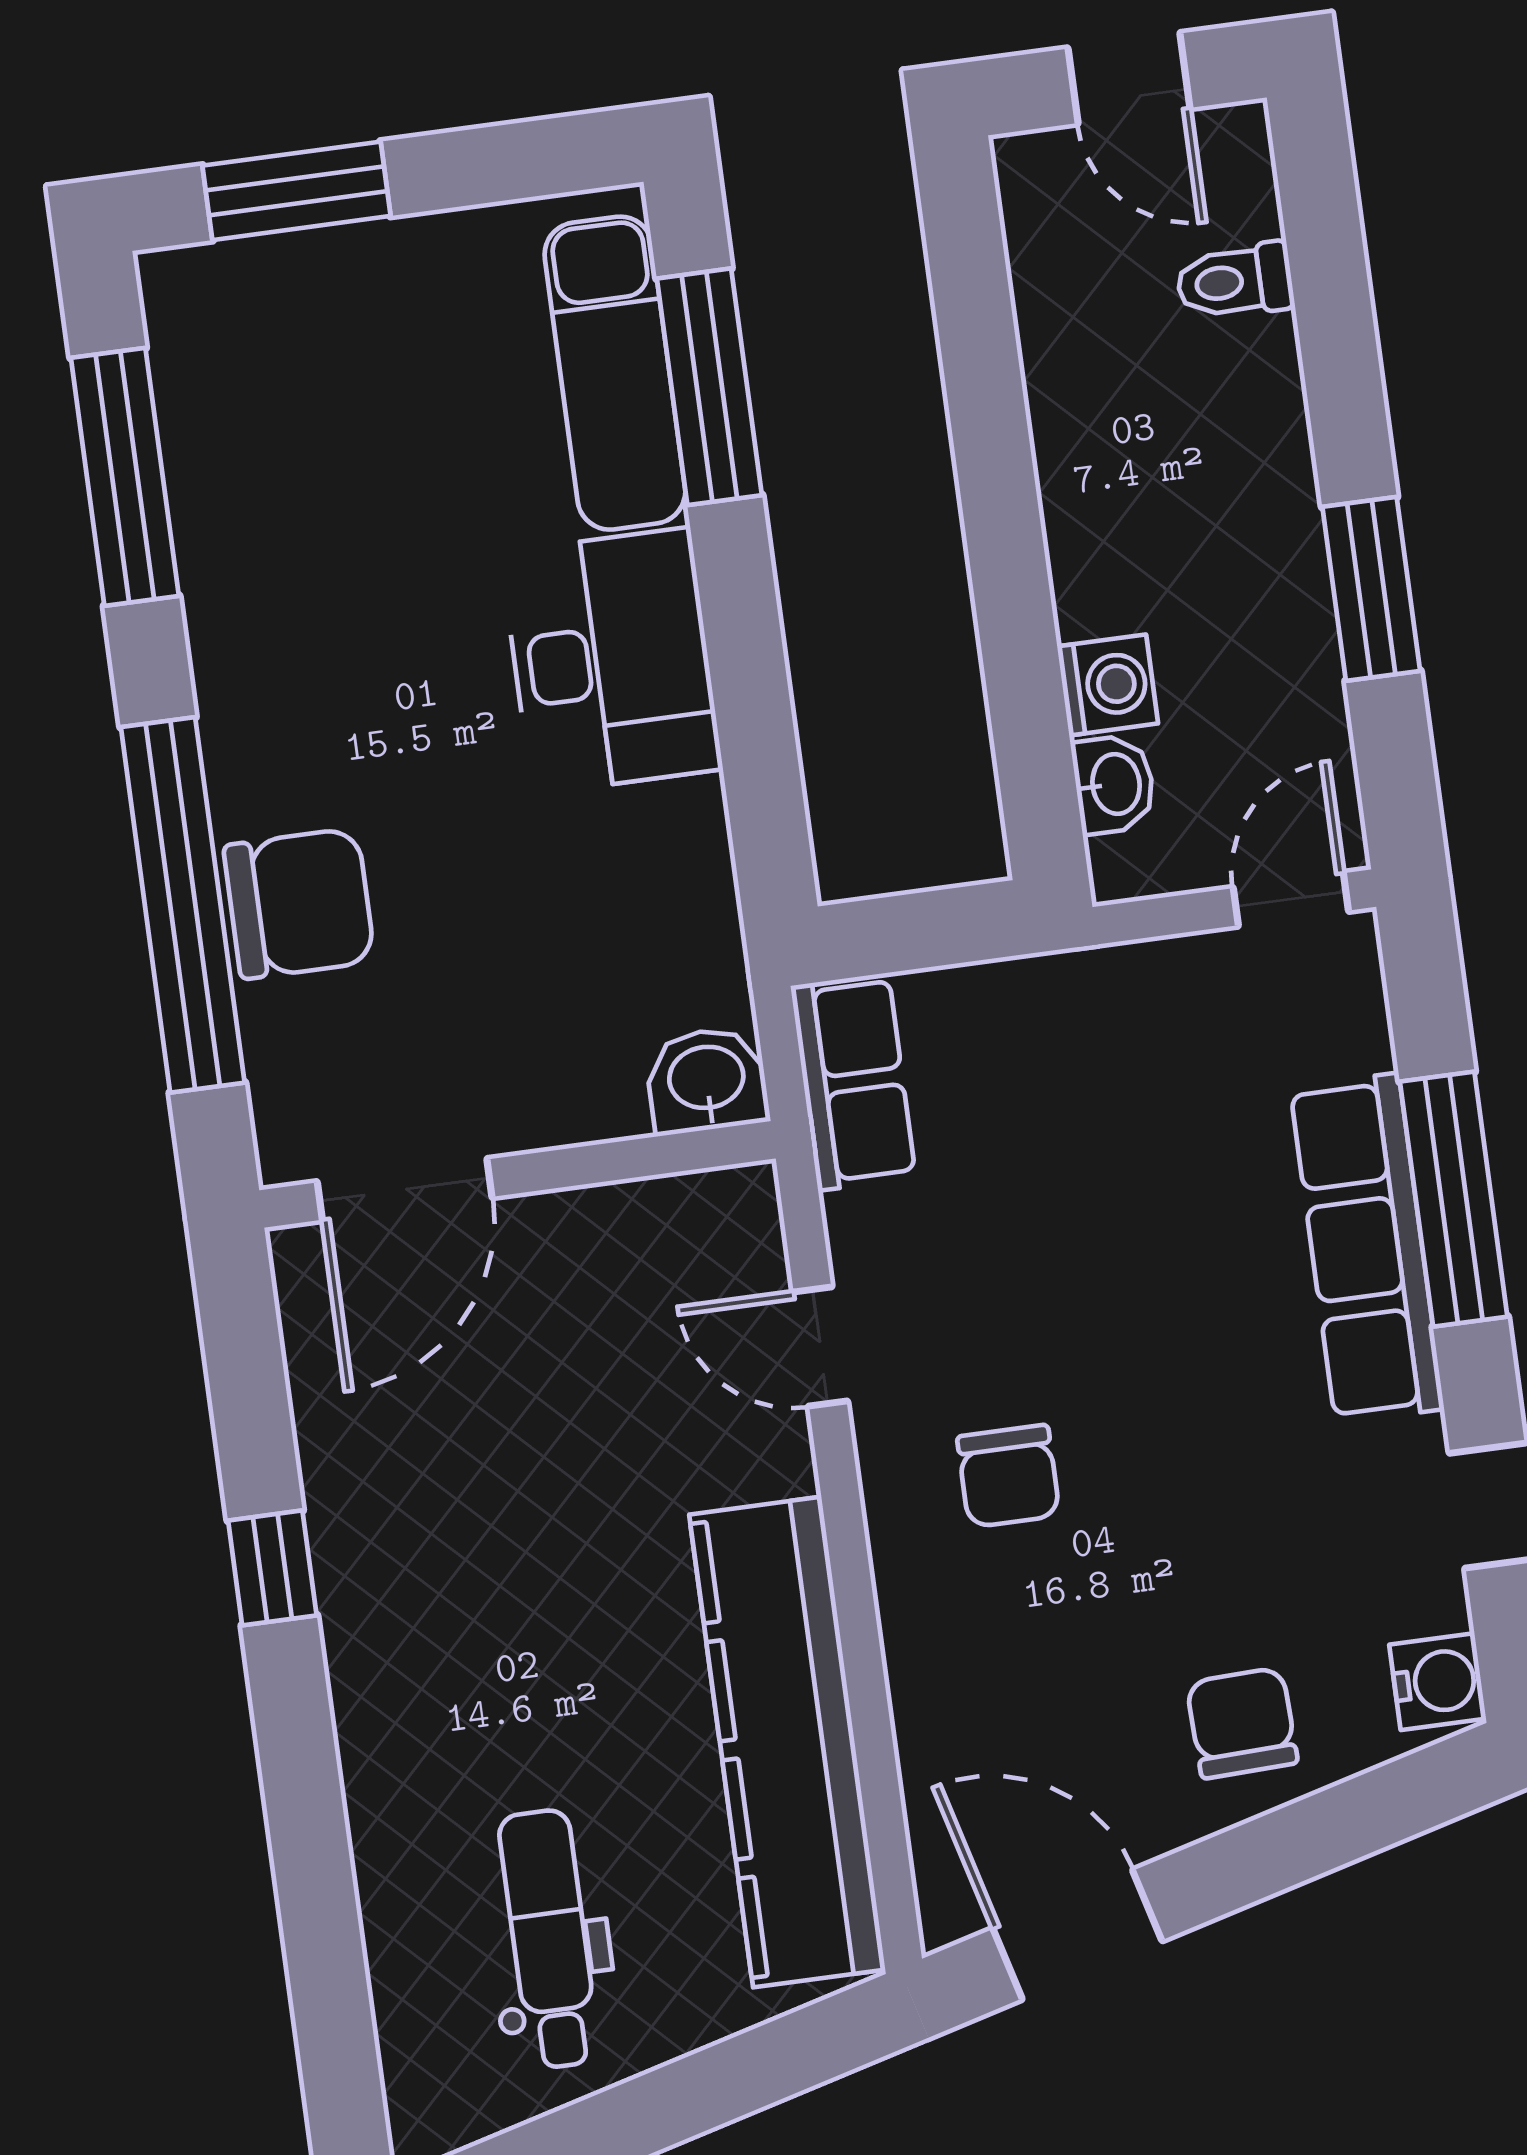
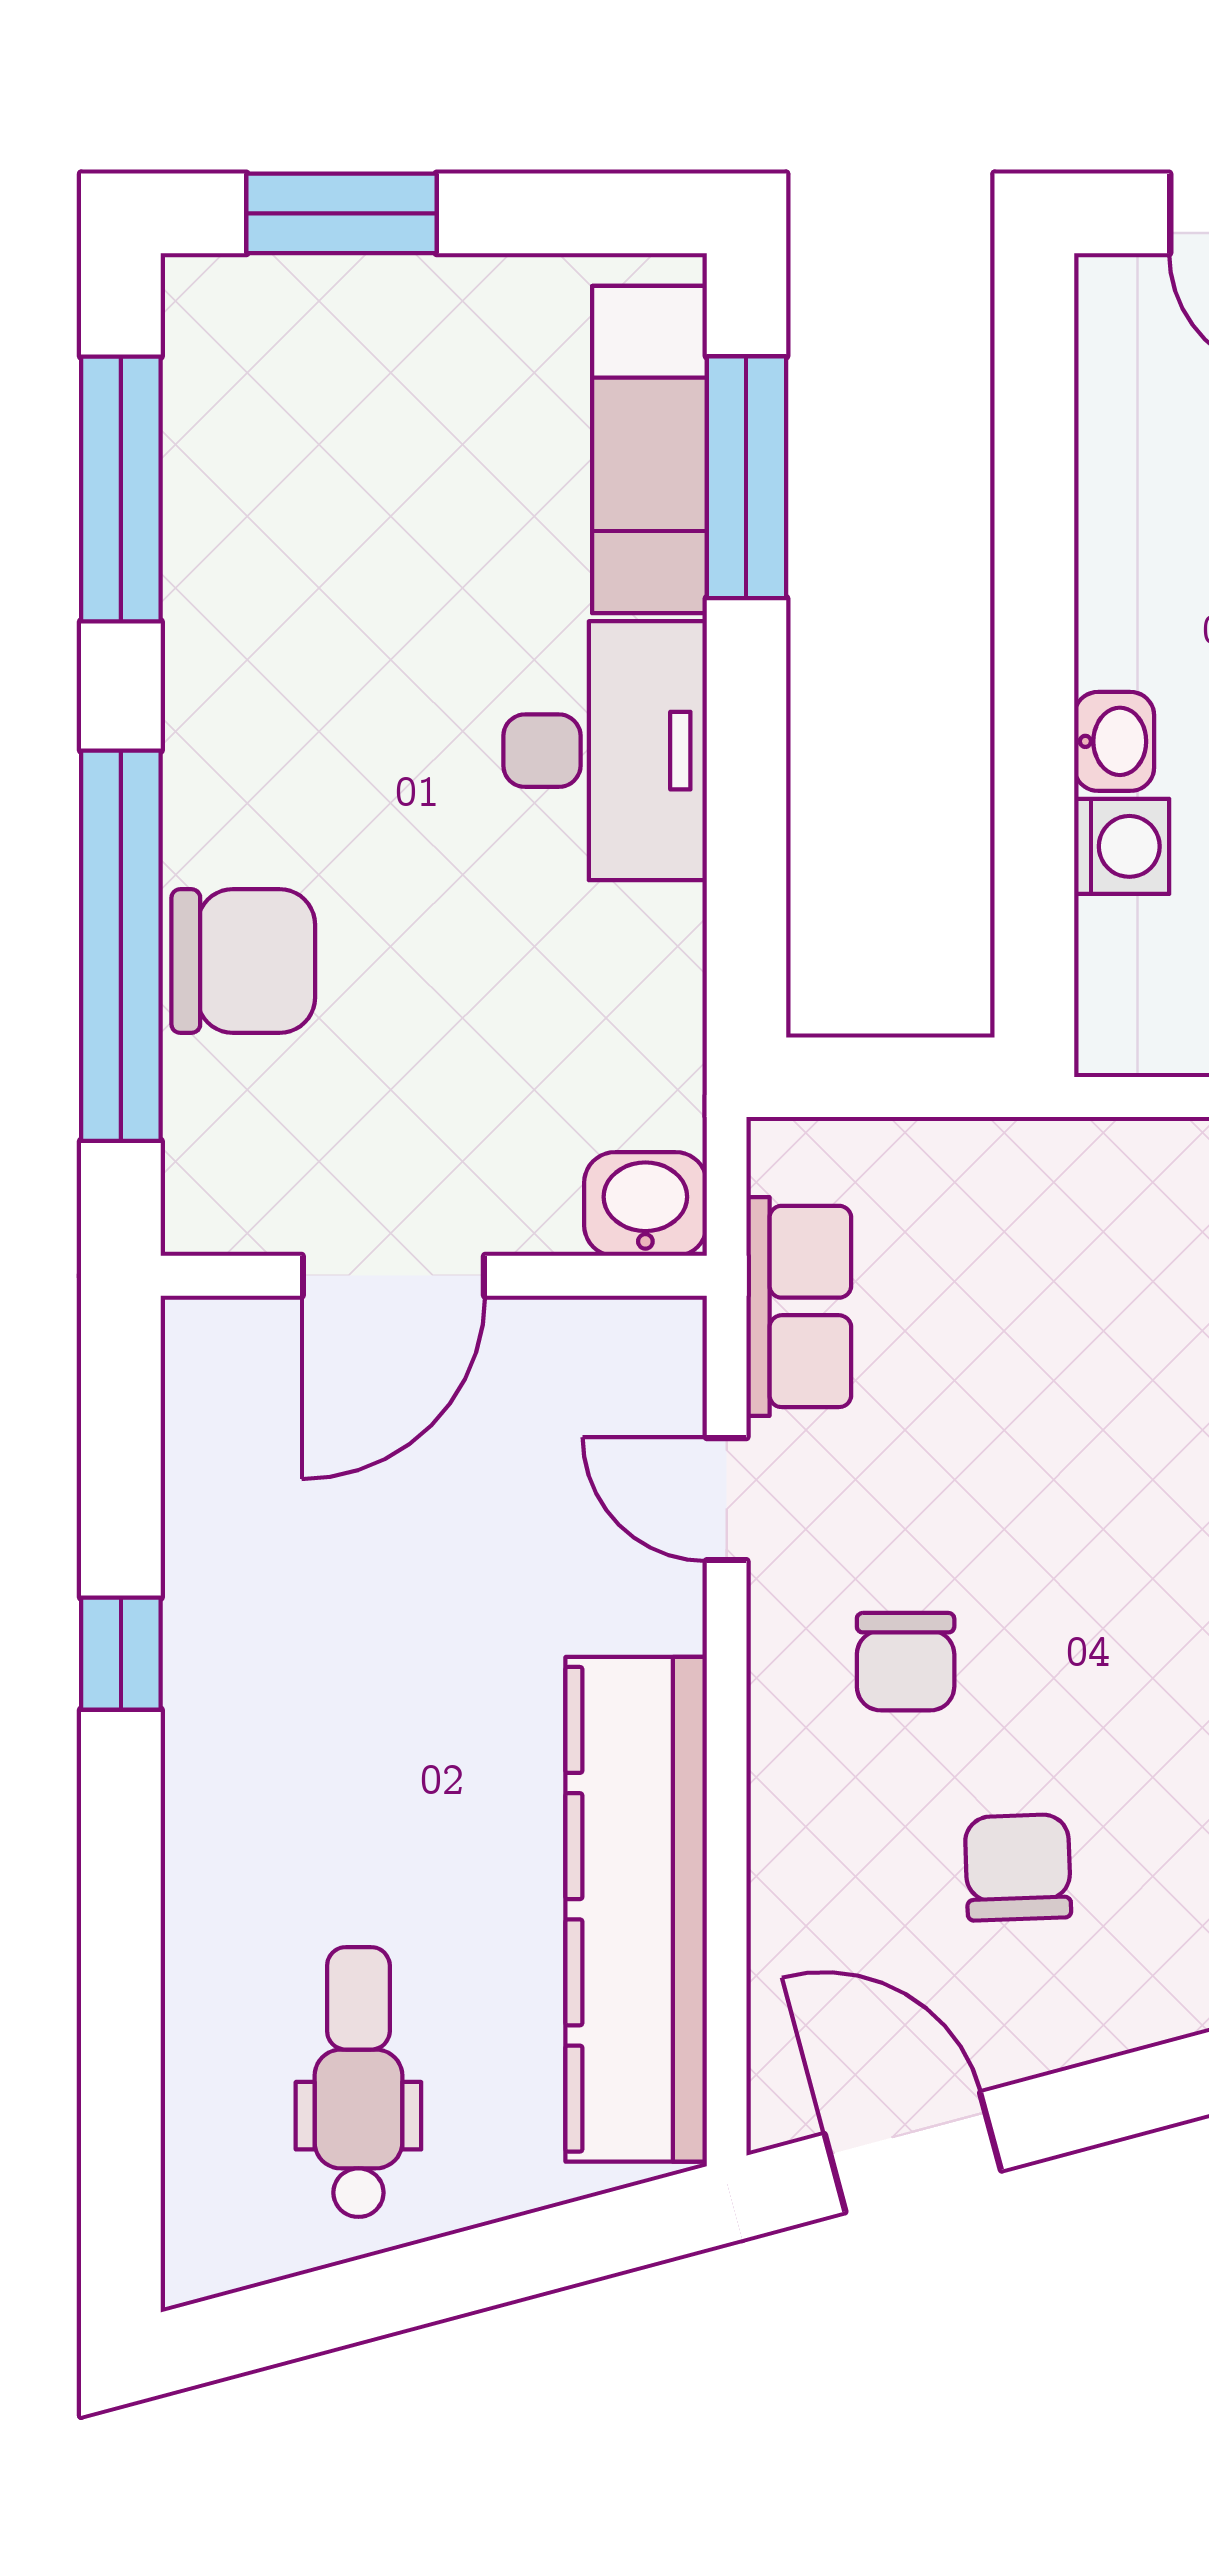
washbasin: (1114, 784) -> (1114, 741), moved
row of seats: (853, 1082) -> (799, 1306), moved
door: (405, 1190) -> (393, 1276), moved
chair: (1242, 1723) -> (1018, 1867), moved

